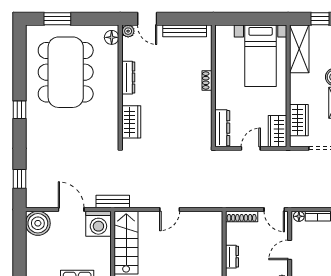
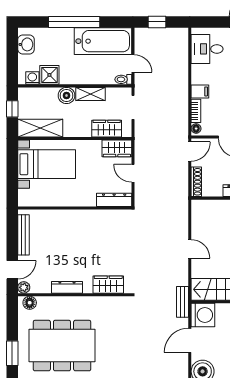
shoe rack: (207, 80) -> (70, 214), removed

